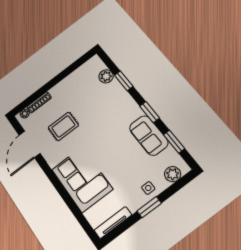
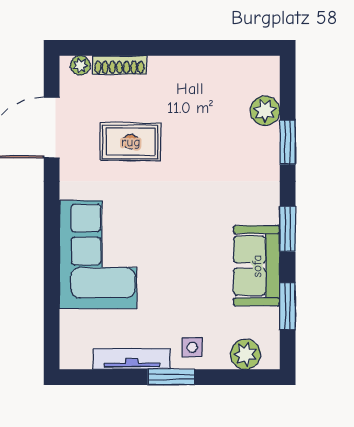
tv unit: (113, 223) -> (132, 359), moved

